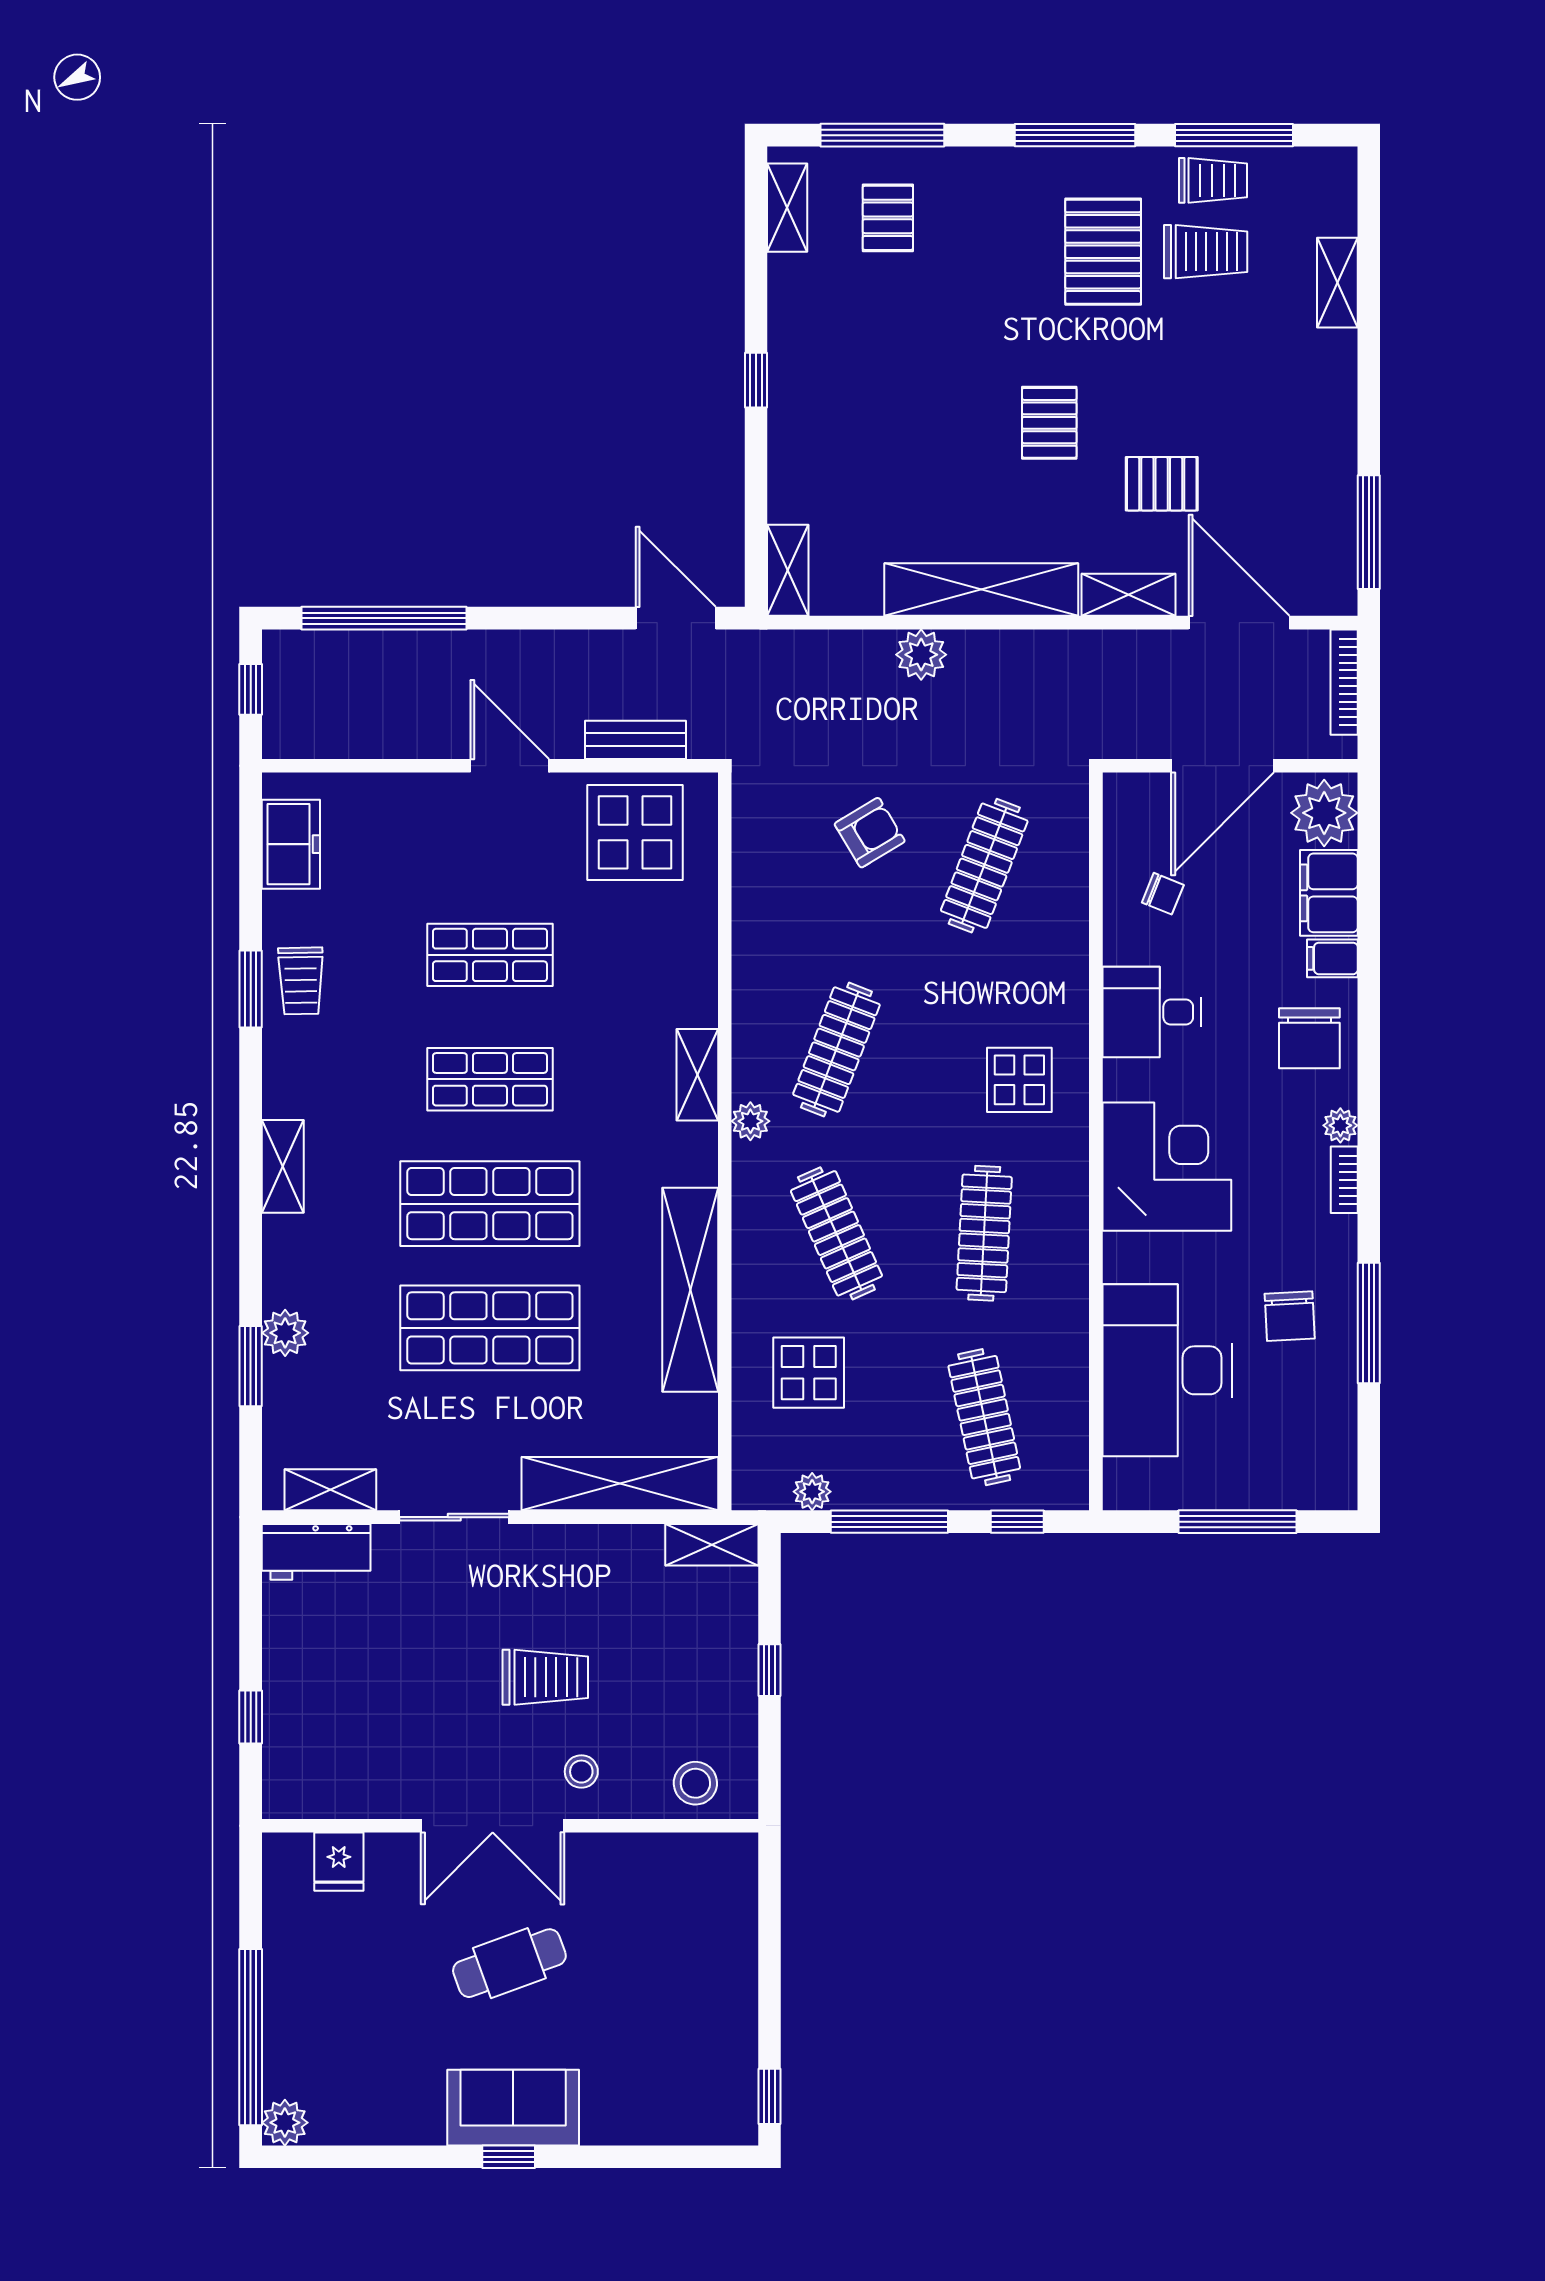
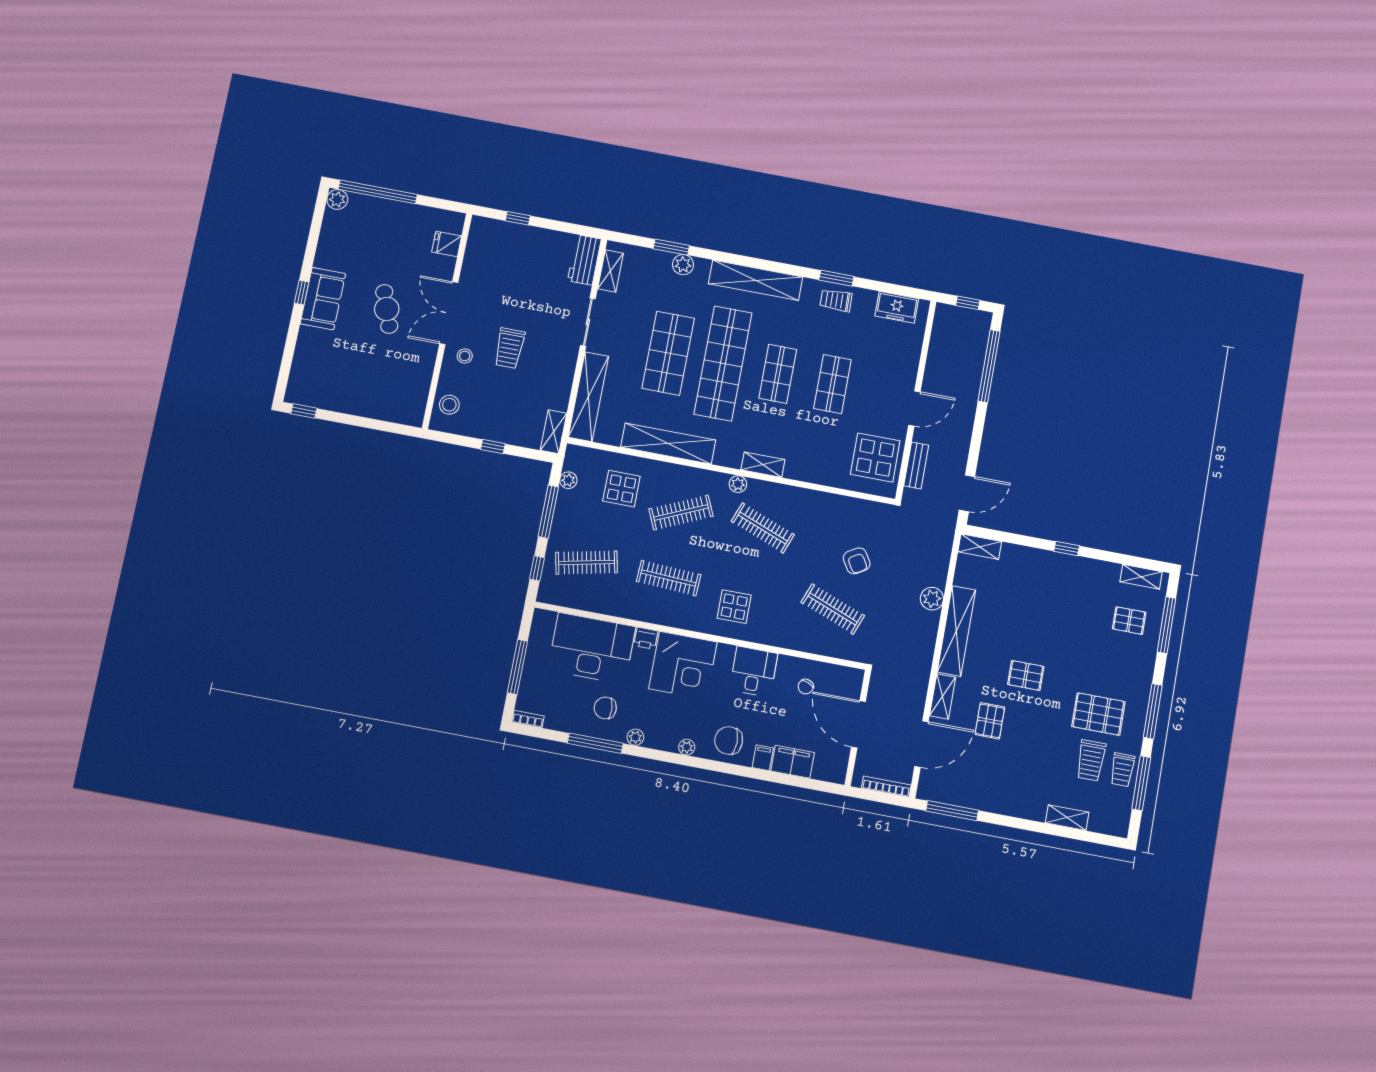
plant: (1324, 813) -> (635, 737), moved, width x0.53, depth x0.53
shelving: (283, 1166) -> (756, 280), width x2.20, depth x1.33
bookcase: (1344, 1180) -> (528, 719), moved
shop shelf: (490, 1204) -> (723, 363), width x1.40
printer: (1124, 1258) -> (646, 638), added

